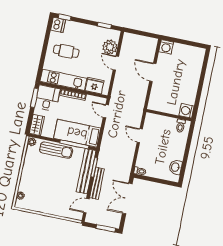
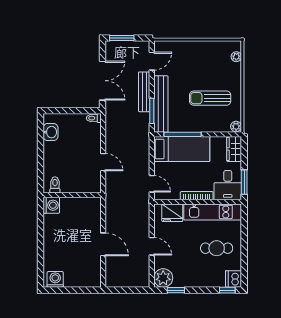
plant: (110, 47) -> (163, 278), moved
washing machine: (166, 47) -> (55, 279), moved
sun lounger: (56, 150) -> (210, 98), moved

